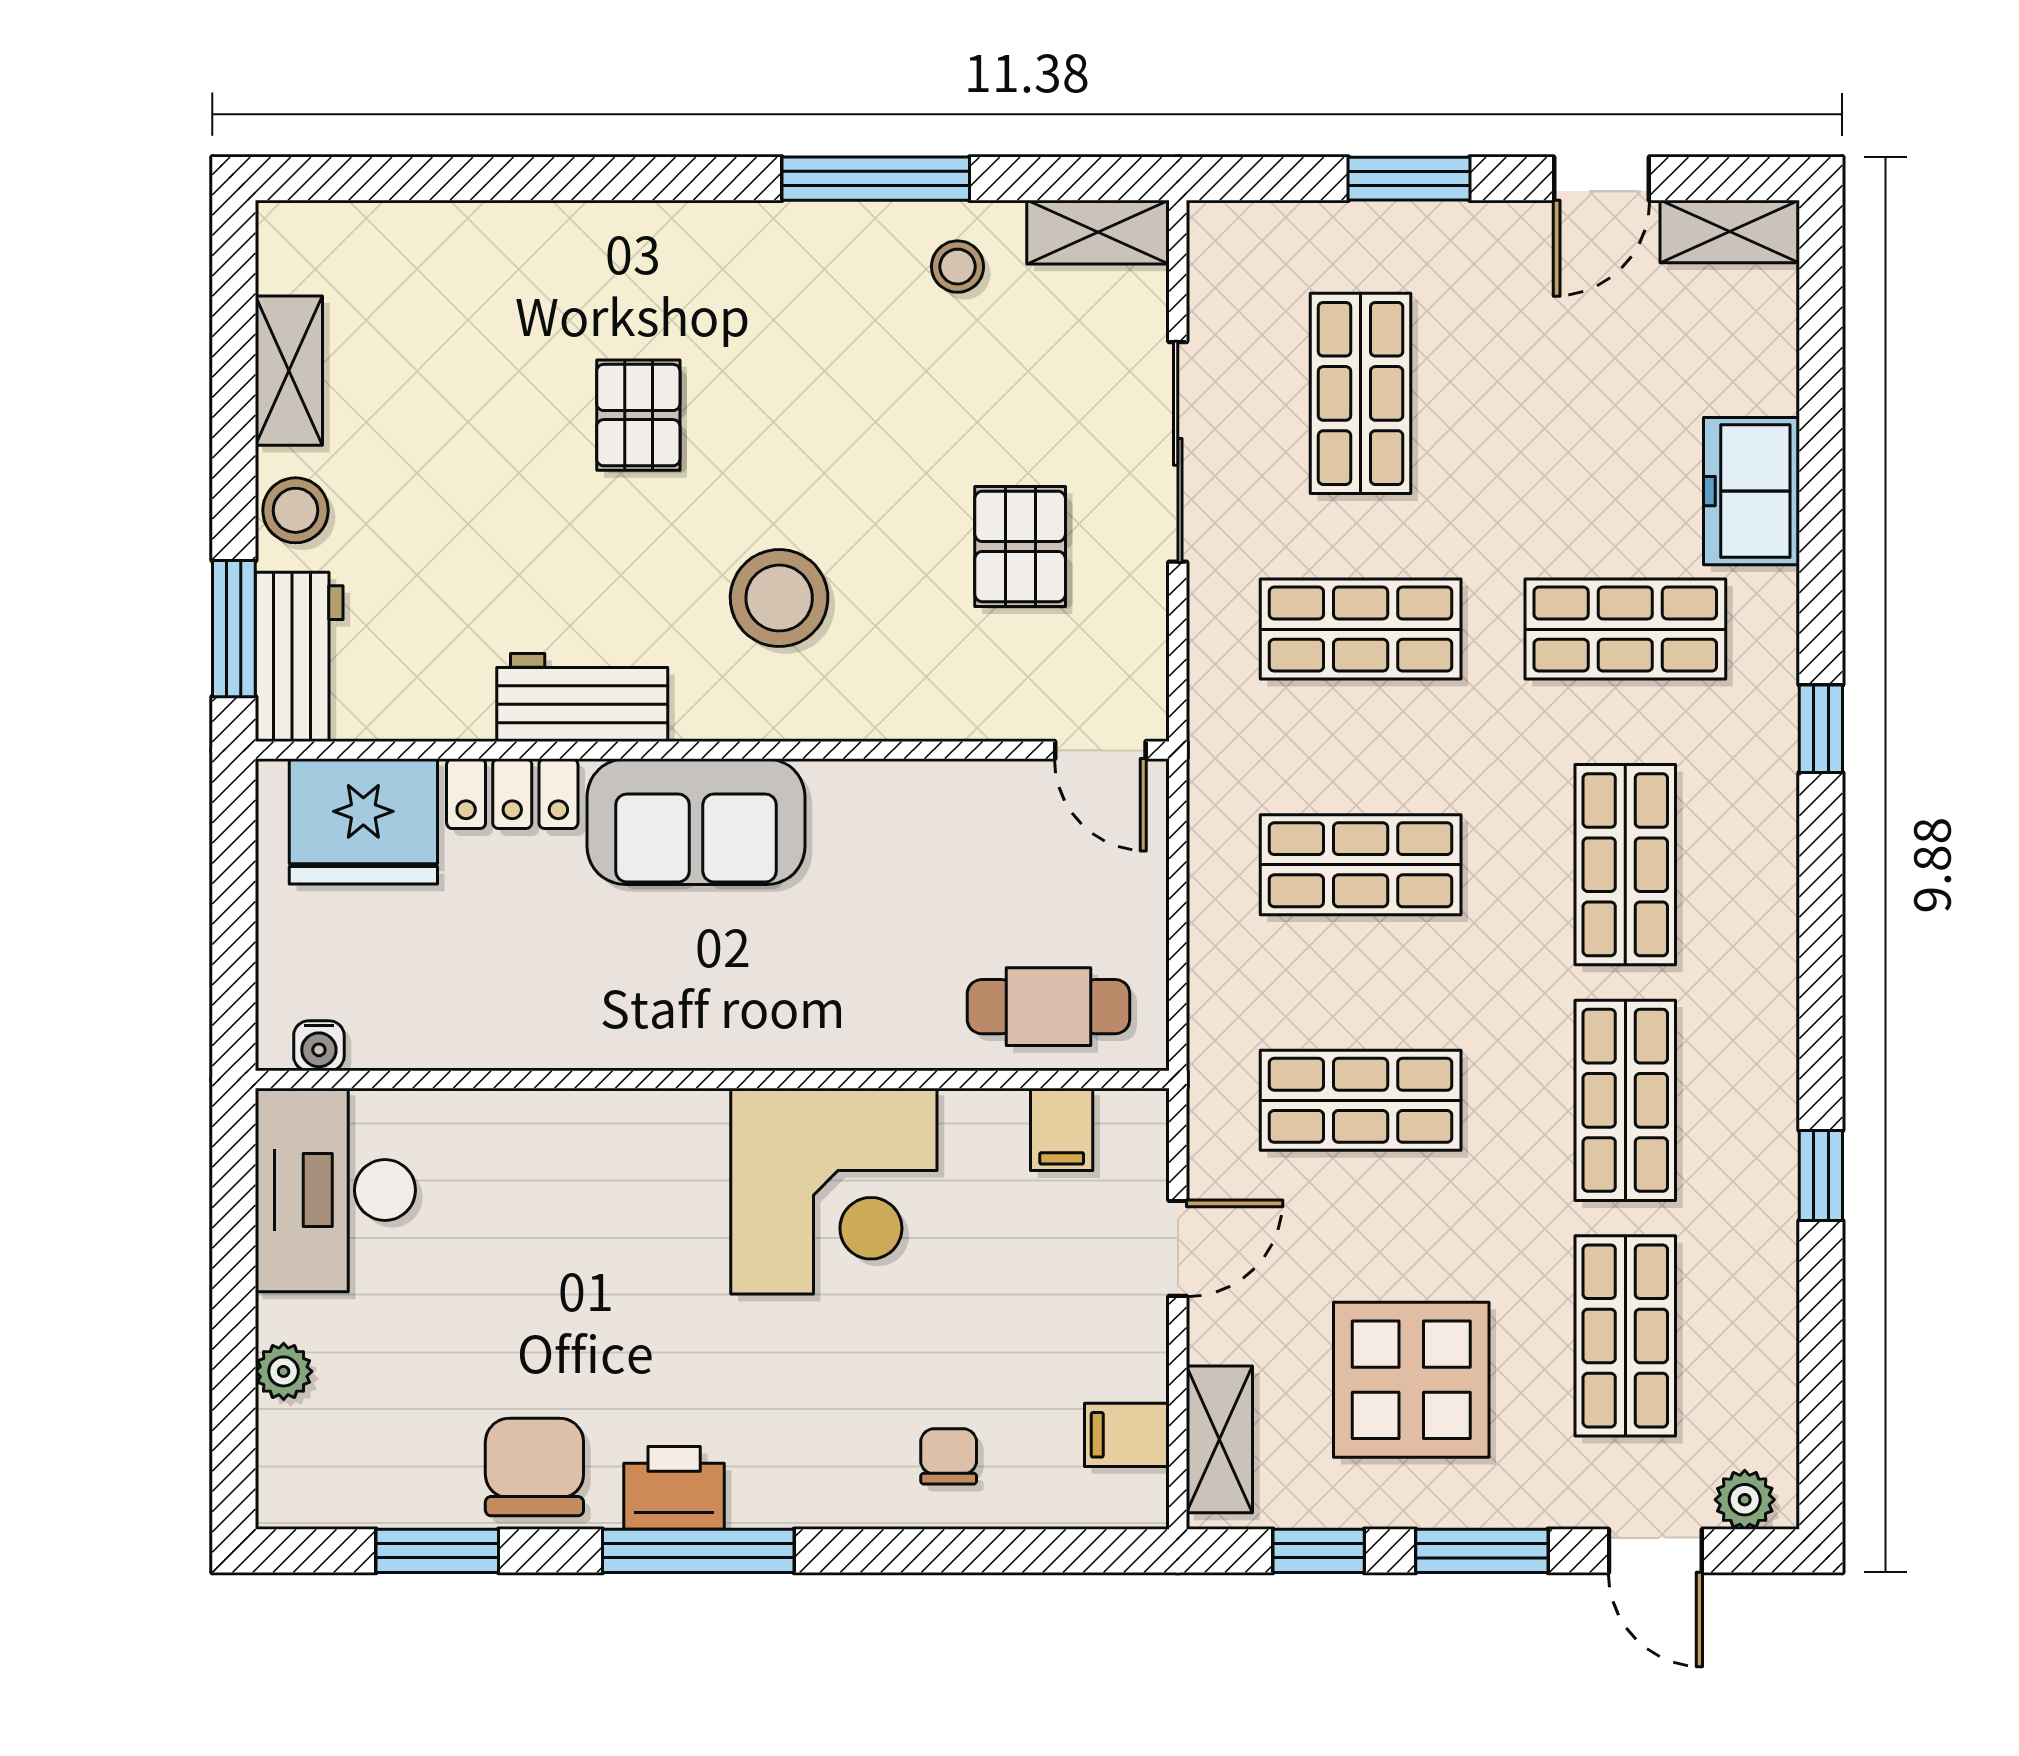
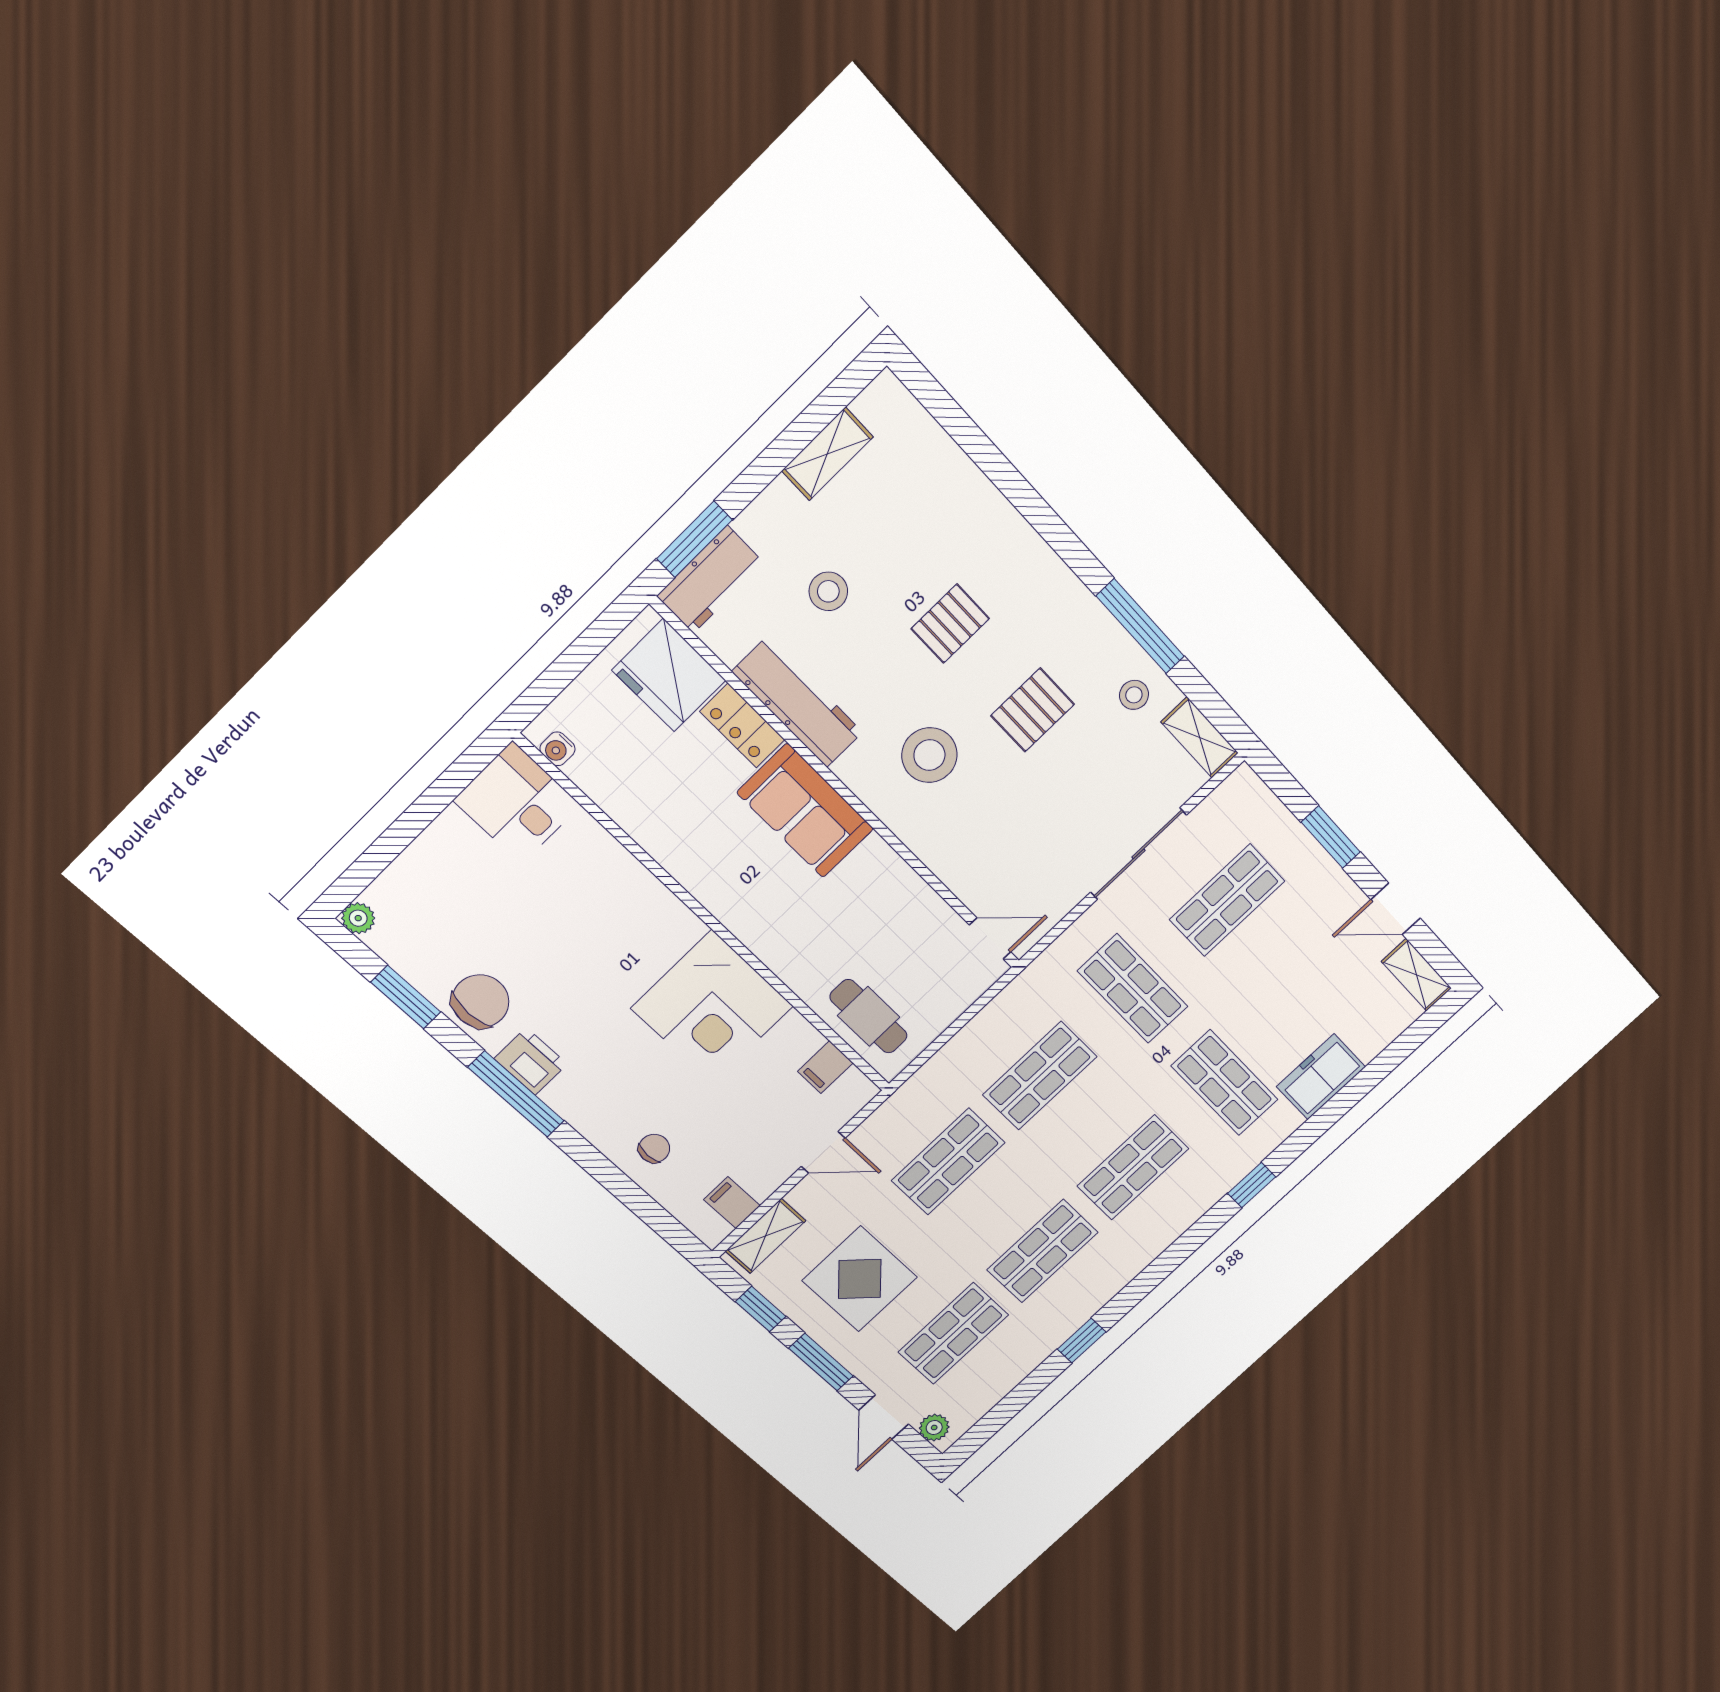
stool: (296, 510) -> (828, 591), moved
pallet: (1020, 546) -> (1033, 710), moved
workbench: (582, 697) -> (798, 702), width x1.37
door: (1100, 750) -> (990, 938), swing flipped
shop shelf: (1361, 865) -> (1040, 1076), turned 90
shop shelf: (1361, 1100) -> (948, 1162), turned 90
desk: (335, 1190) -> (517, 803), width x0.73
plant: (284, 1371) -> (358, 918), moved

